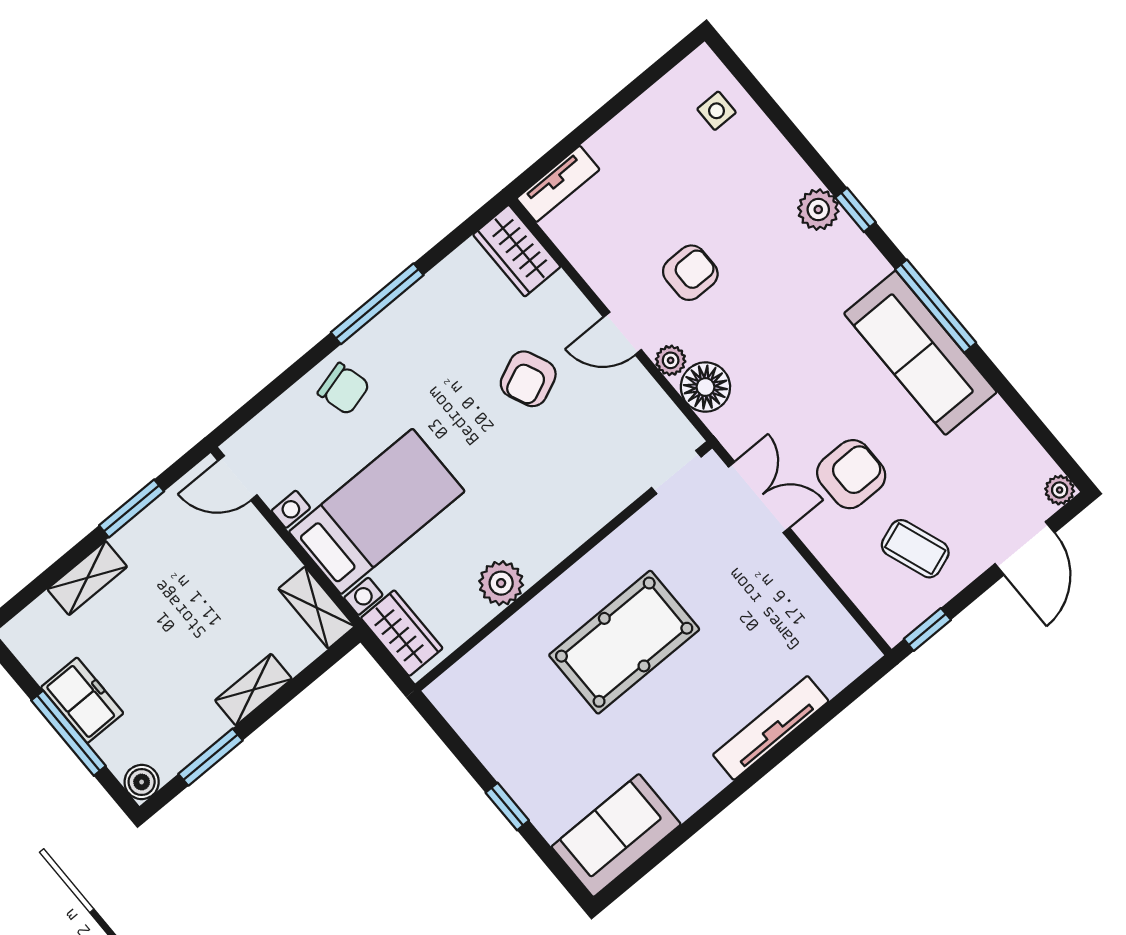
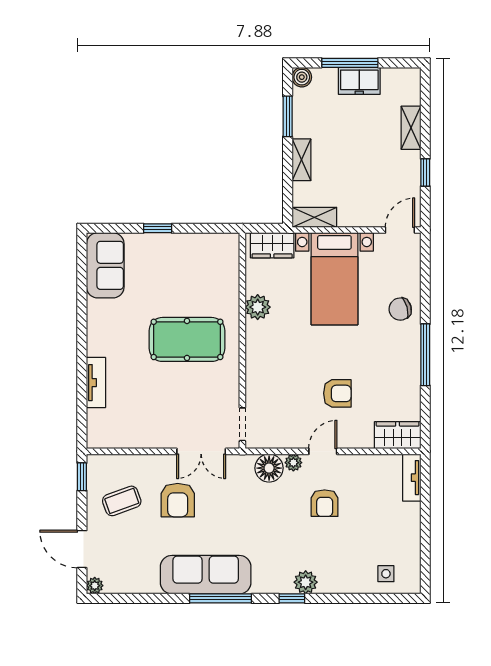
armchair: (528, 379) -> (337, 393), turned 114
window: (132, 508) -> (425, 173), width x0.67
pool table: (624, 642) -> (187, 339), turned 90
tv unit: (771, 728) -> (96, 383), width x0.71

